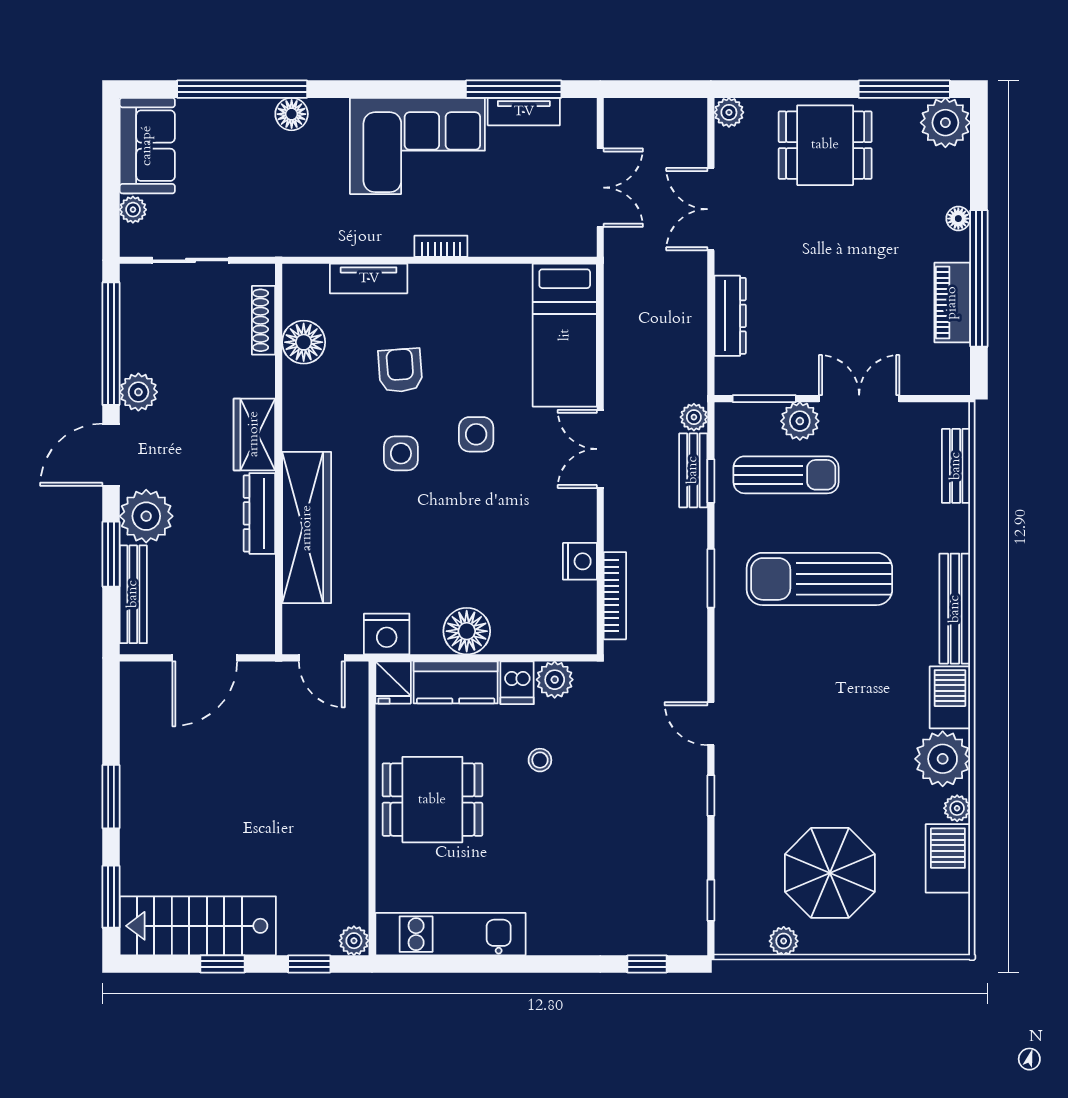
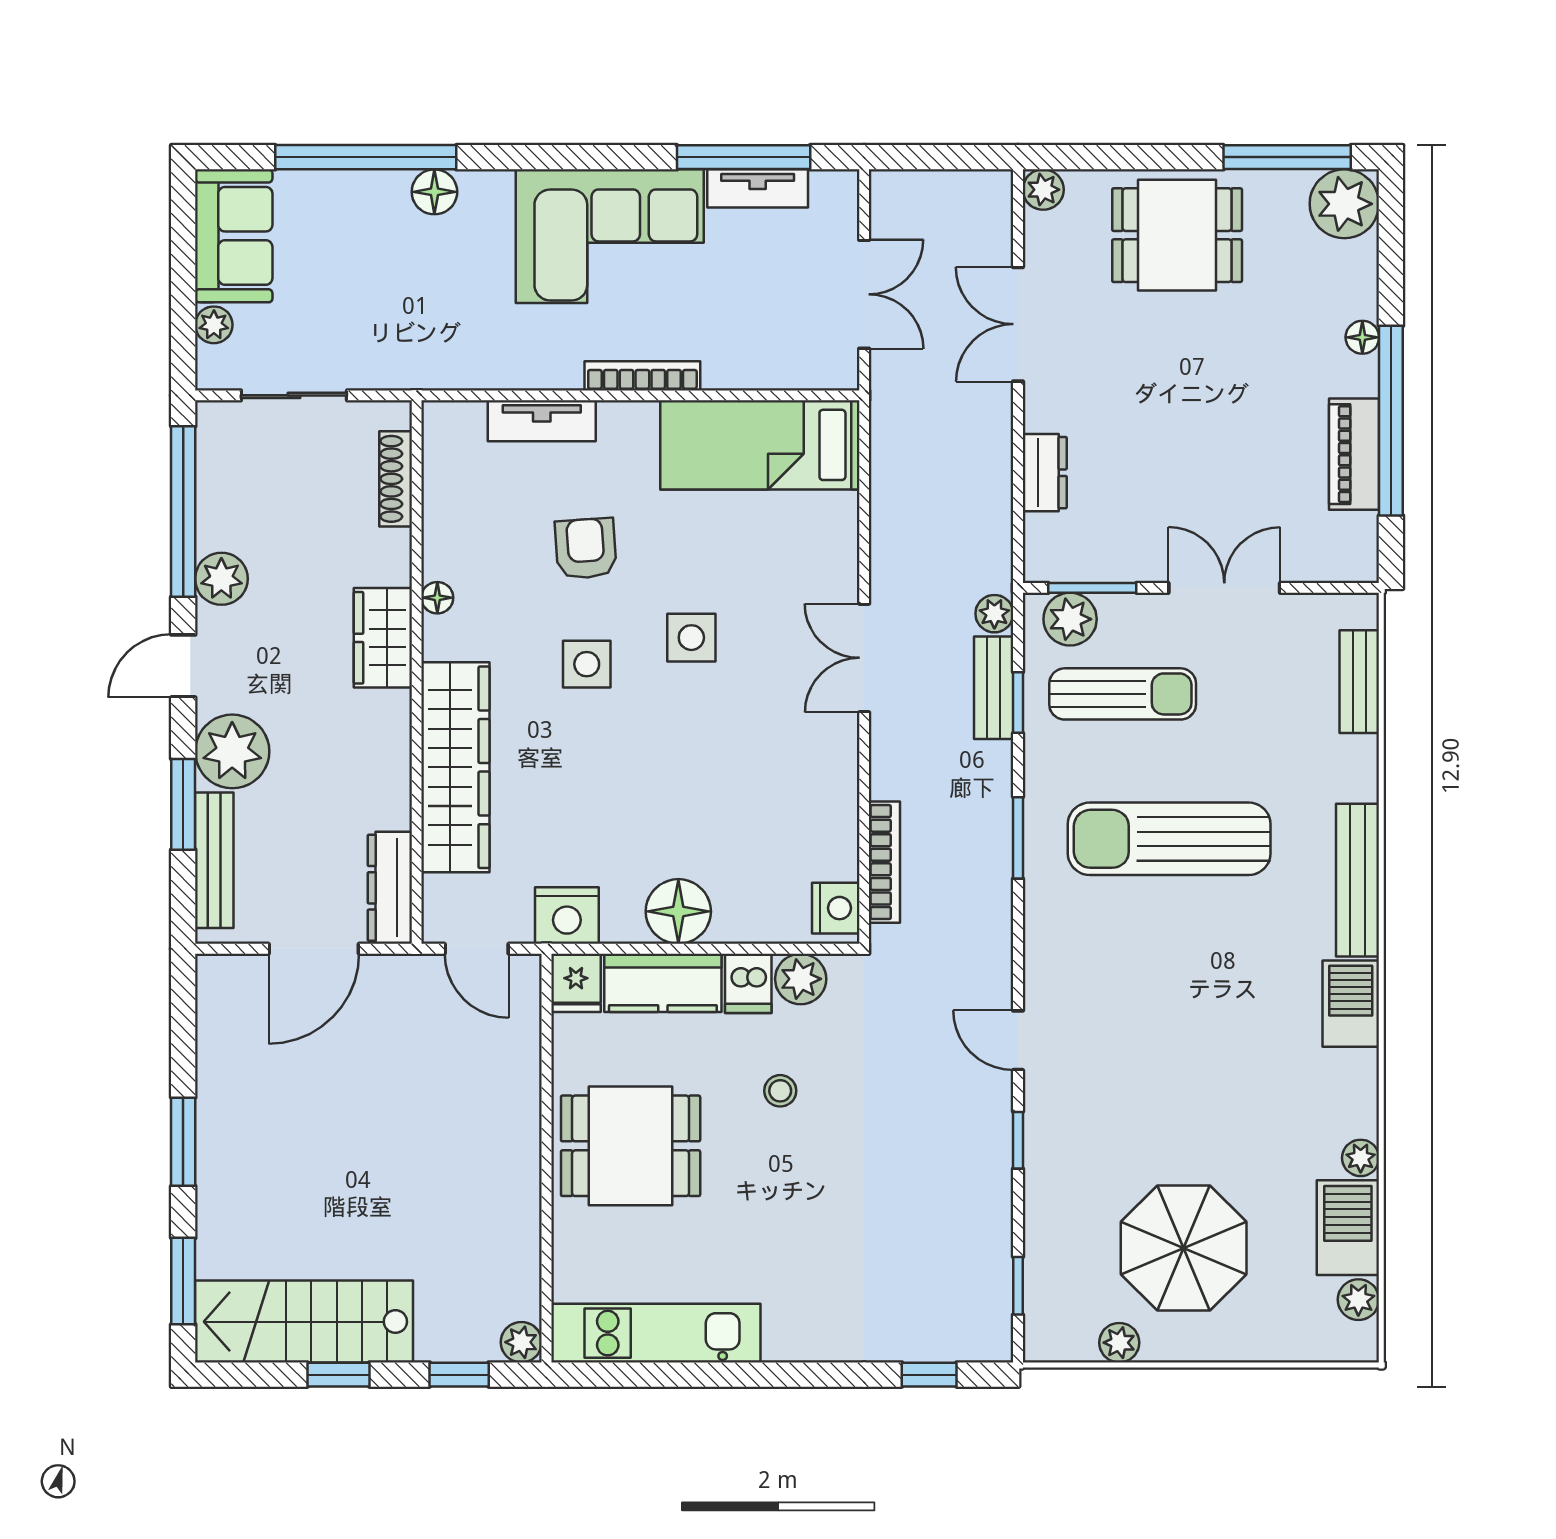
bookcase: (441, 246) -> (642, 376), width x1.56
dresser: (730, 316) -> (1045, 473), width x0.70
bed: (565, 335) -> (760, 445), moved, turned 90
floor lamp: (304, 342) -> (437, 598), moved, width x0.53, depth x0.53
plant: (800, 421) -> (1070, 619), moved
door: (111, 455) -> (183, 666), width x0.73
dresser: (259, 513) -> (390, 888), moved
nightstand: (580, 561) -> (836, 908), moved
plant: (943, 759) -> (1358, 1300), moved, width x0.53, depth x0.53

